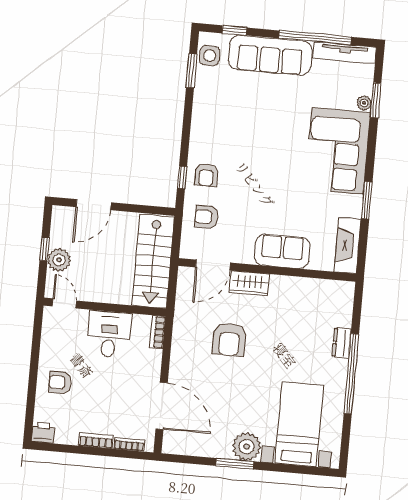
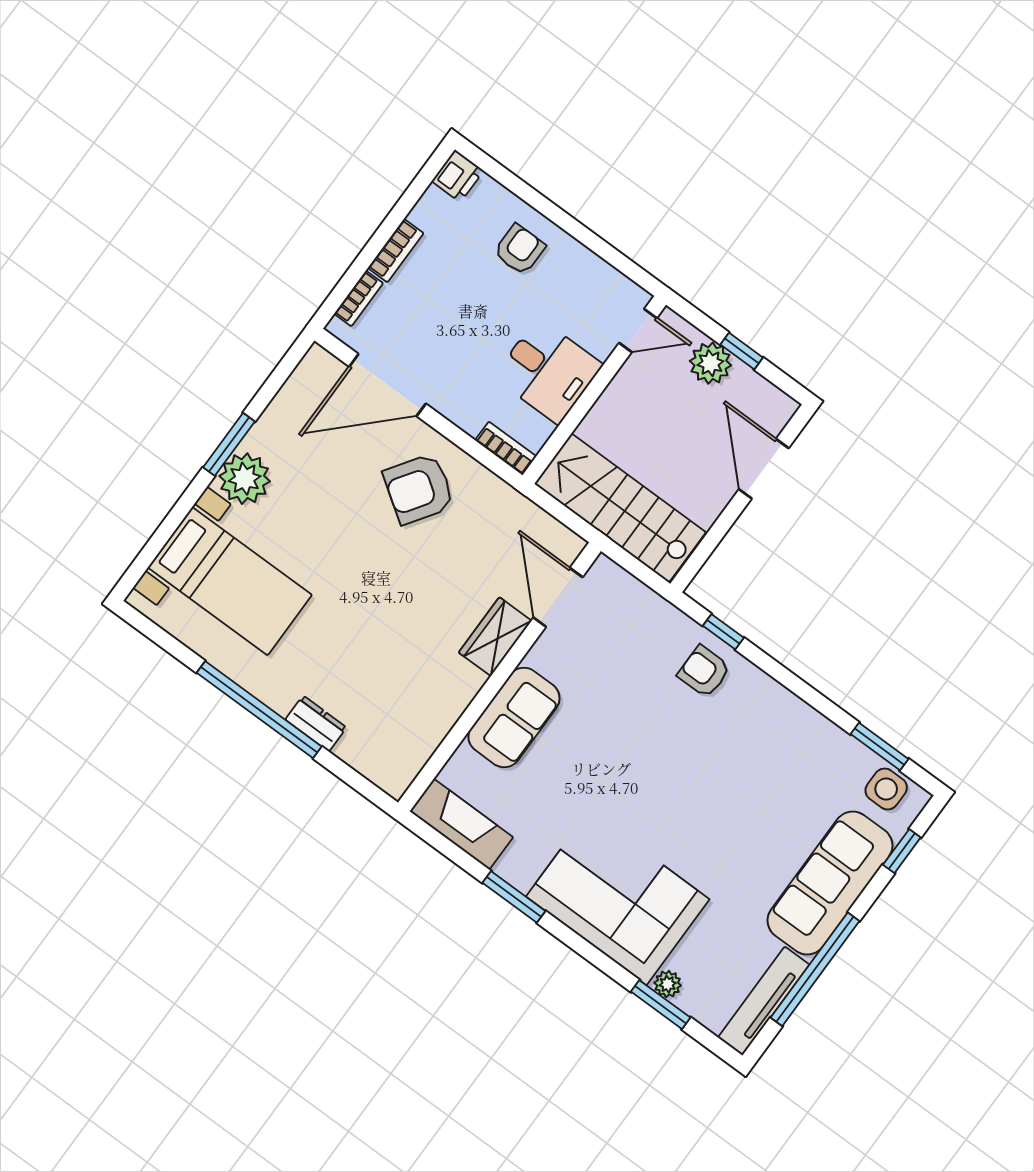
armchair: (206, 217) -> (639, 632), removed
armchair: (229, 340) -> (419, 489), moved, turned -56

